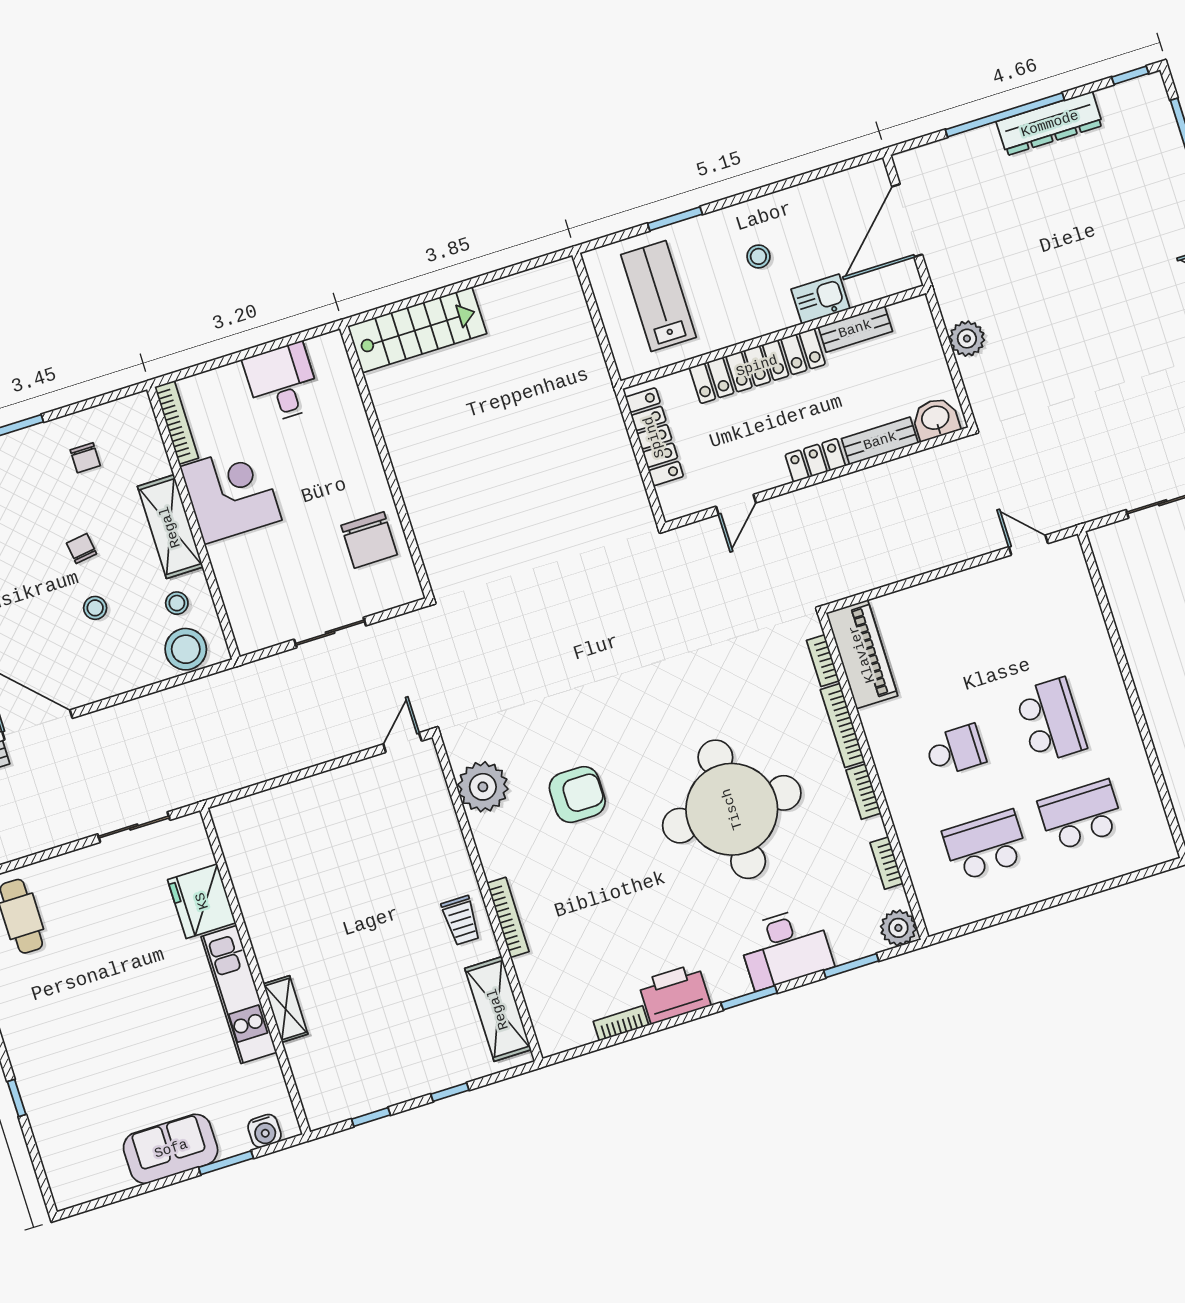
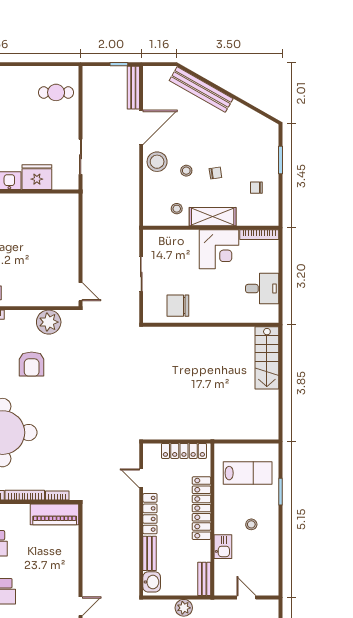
door: (907, 220) -> (246, 597), width x0.53
bench: (855, 329) -> (204, 579), moved
locker: (815, 460) -> (150, 514), width x1.53
stool: (186, 649) -> (157, 162), moved

